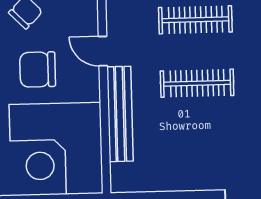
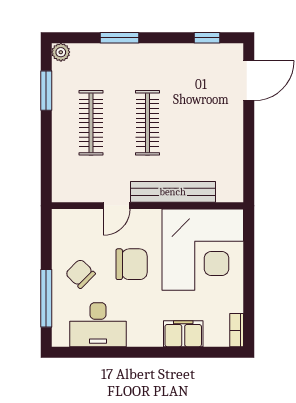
chair: (38, 69) -> (132, 264), turned -90

